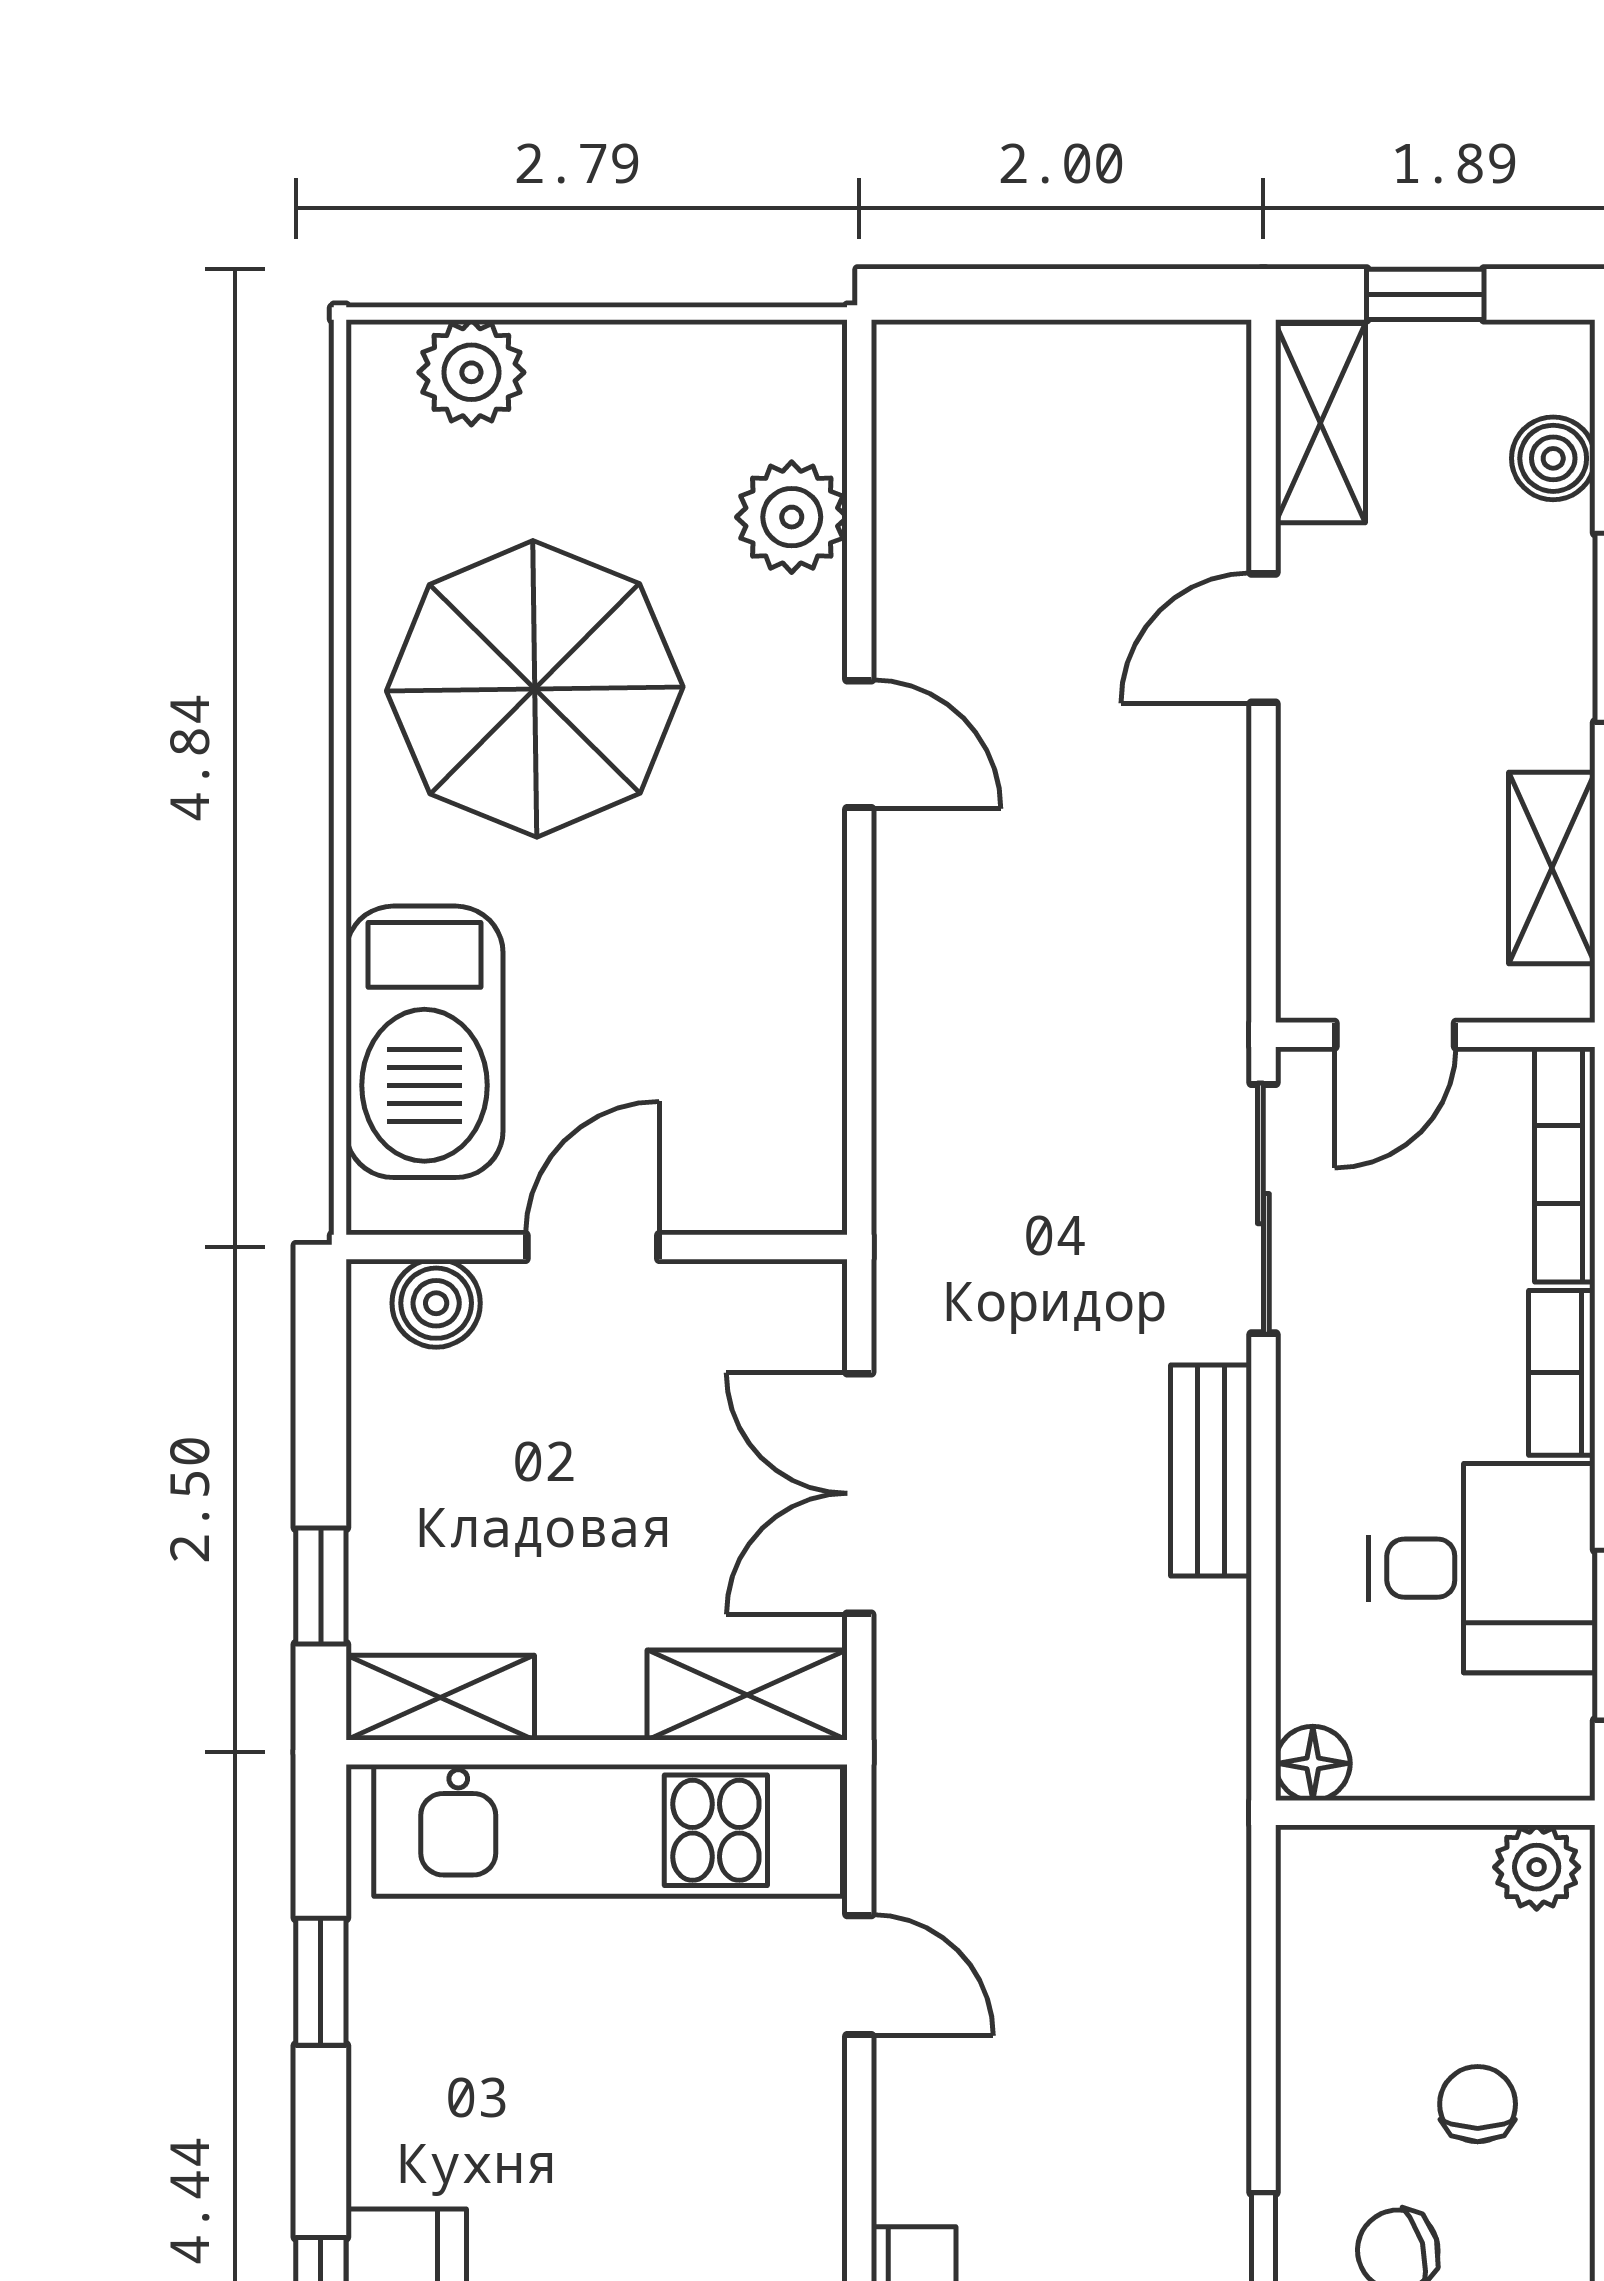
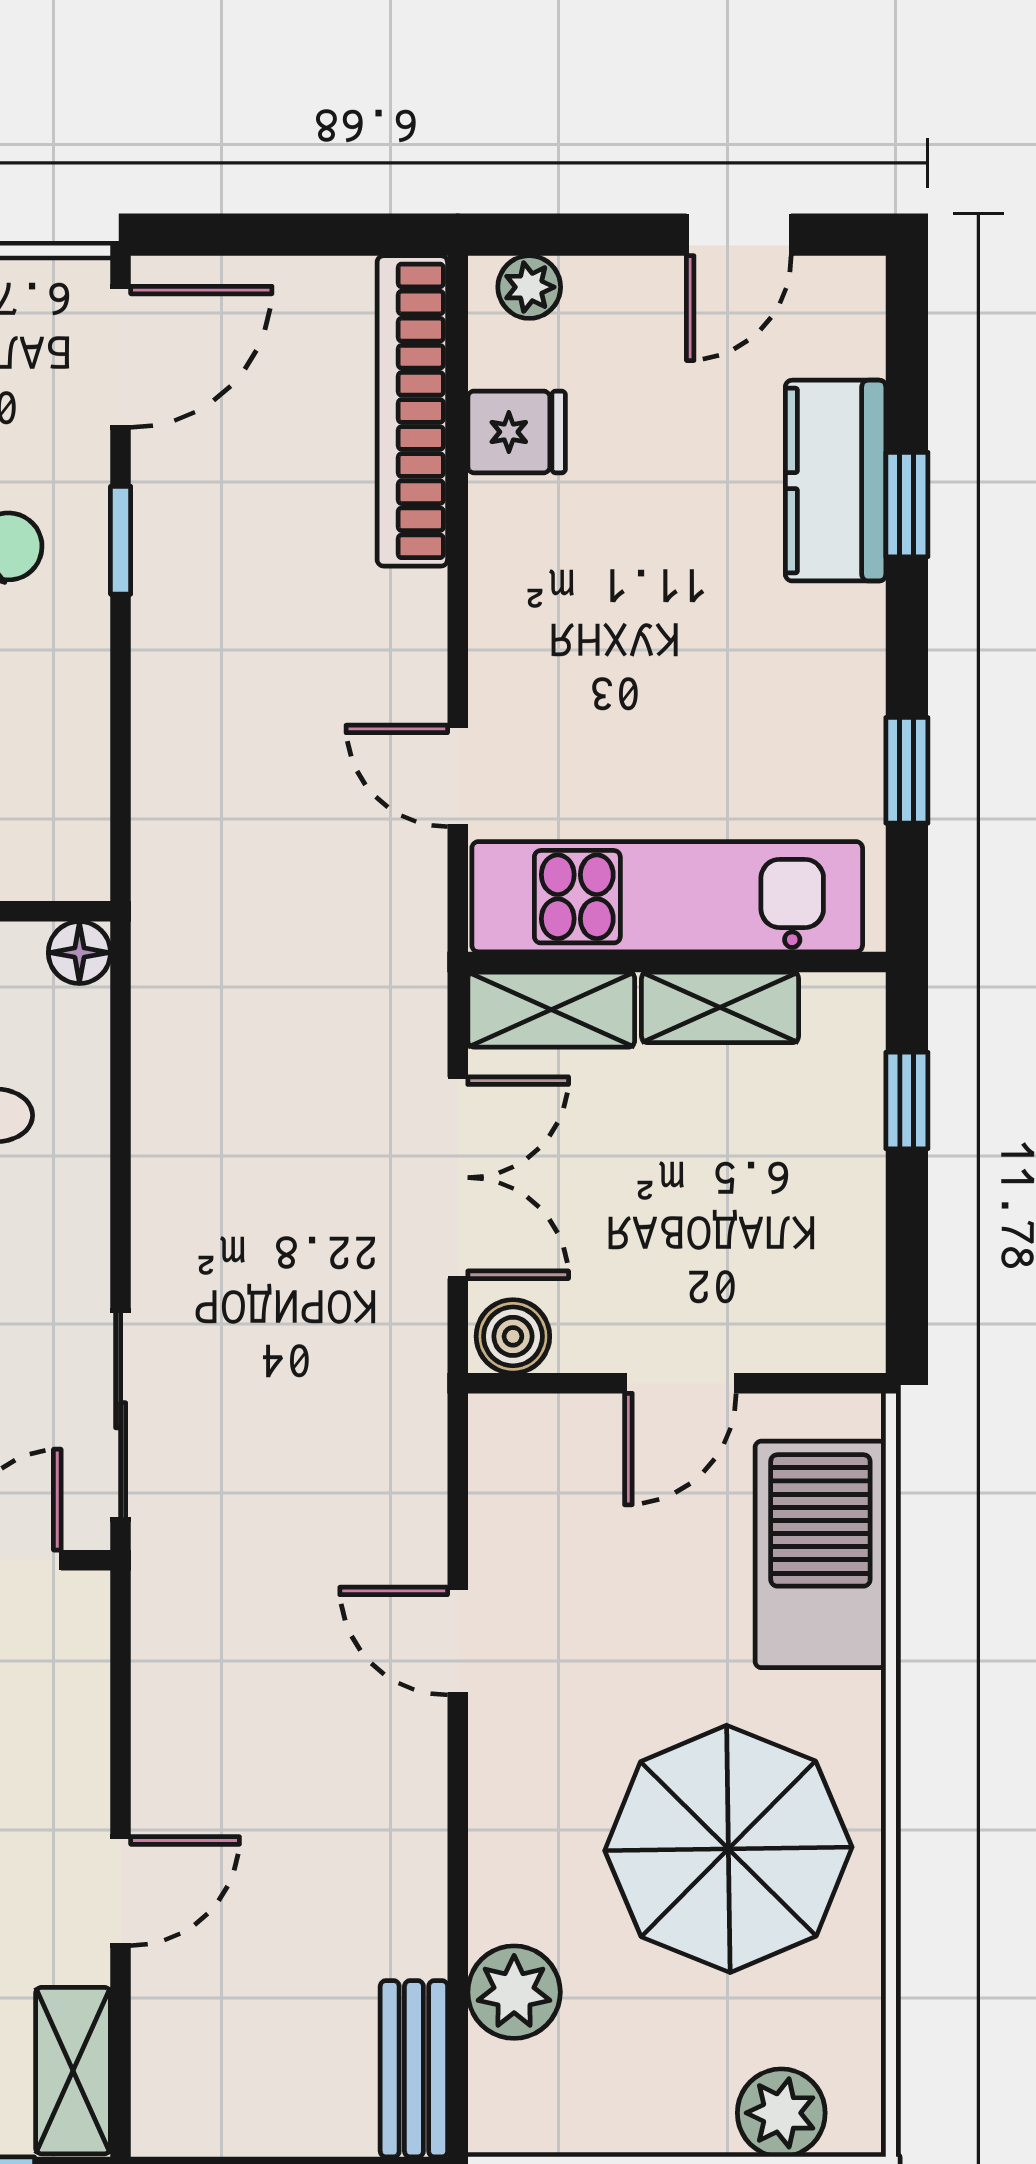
door: (859, 744) -> (458, 1641), moved
boiler: (436, 1303) -> (513, 1336), moved
bench: (1211, 1471) -> (414, 2069), moved
shelving: (440, 1698) -> (720, 1007), moved

